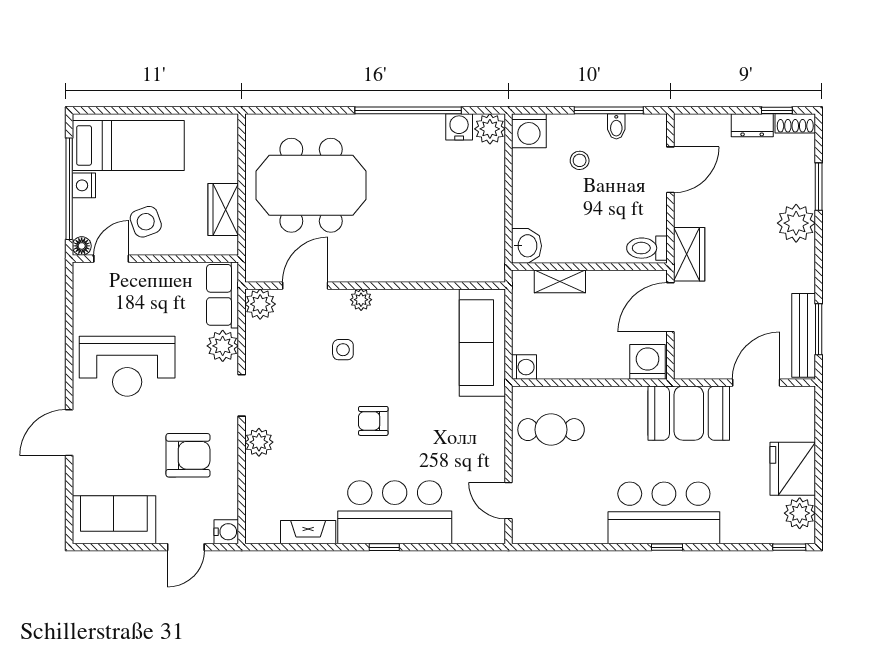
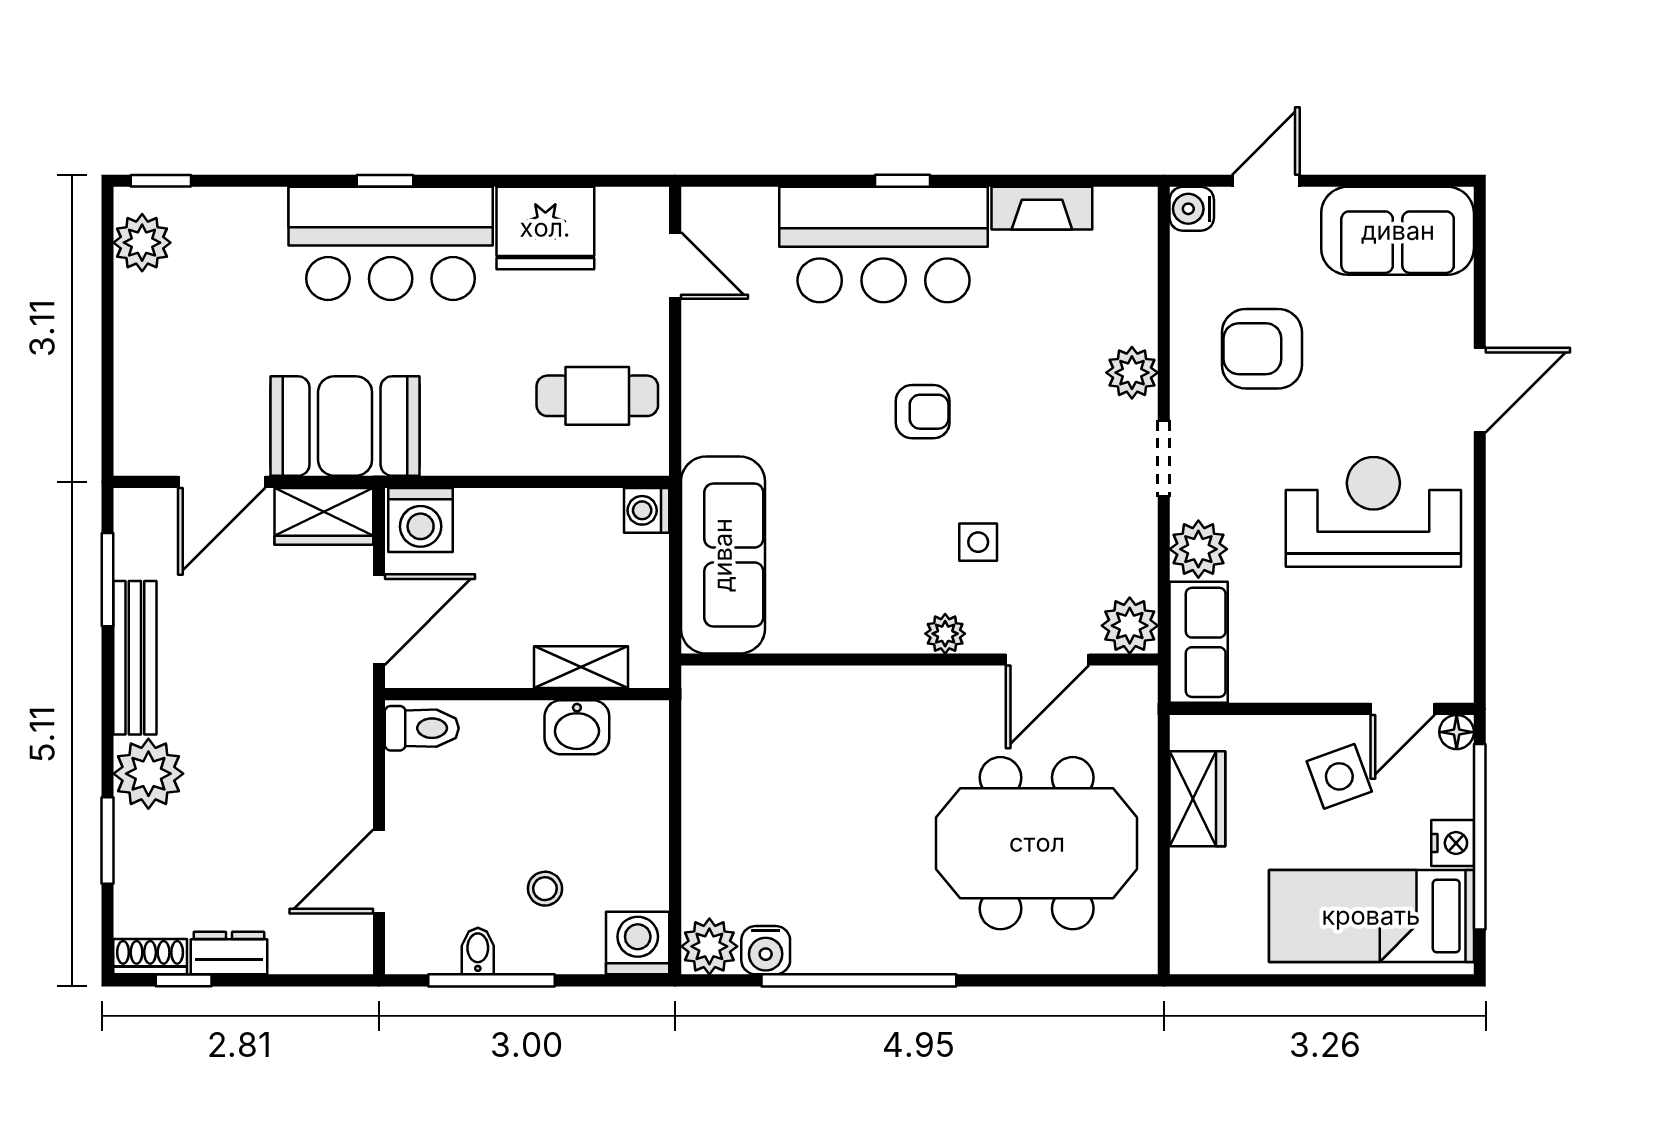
washbasin: (527, 246) -> (577, 727), moved, turned -90
wardrobe: (689, 254) -> (324, 516), moved, turned -90
bench: (804, 335) -> (135, 658), moved
fridge: (793, 469) -> (545, 228), moved, turned 90

